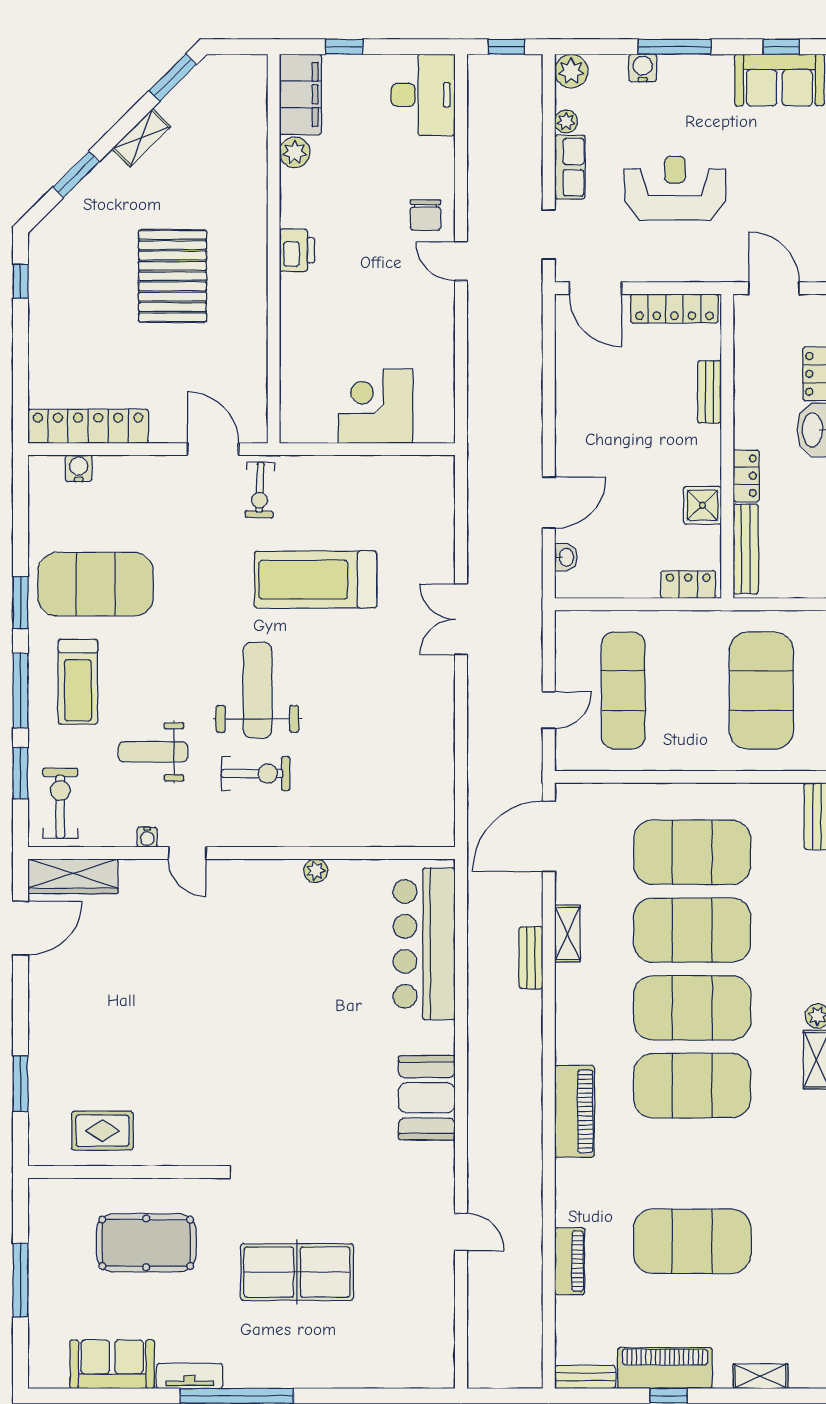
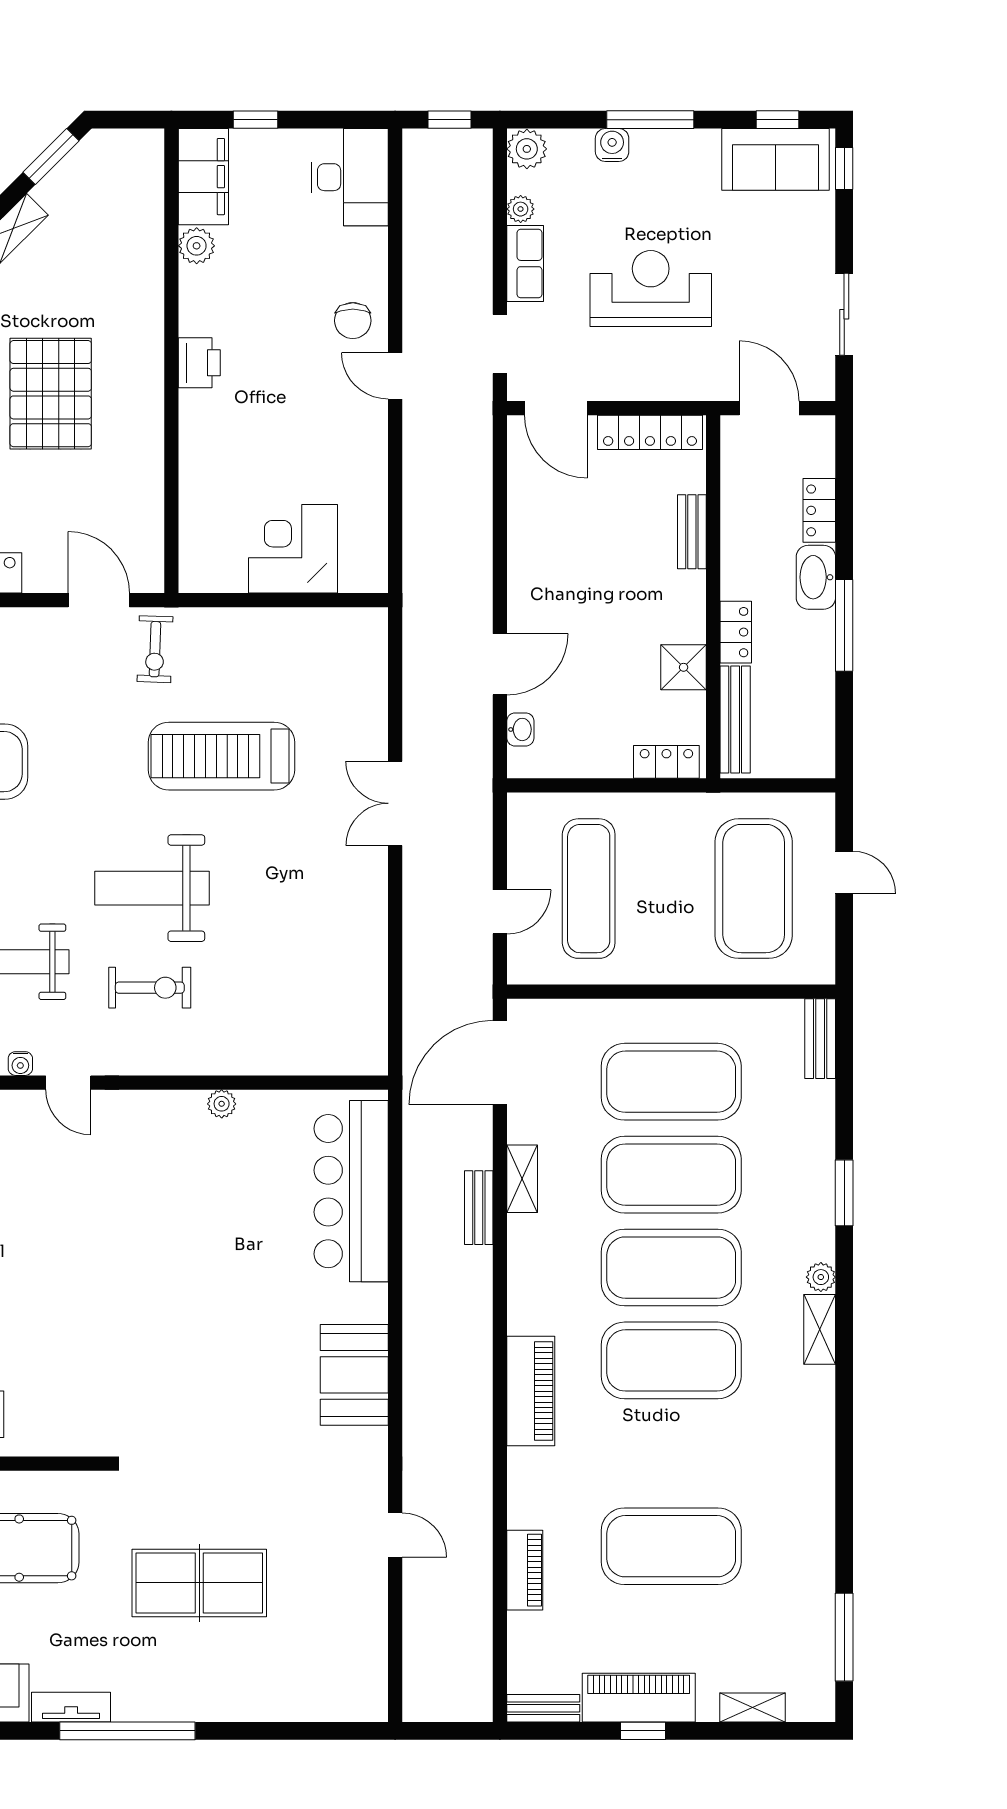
weight bench: (257, 690) -> (152, 888), turned -90

